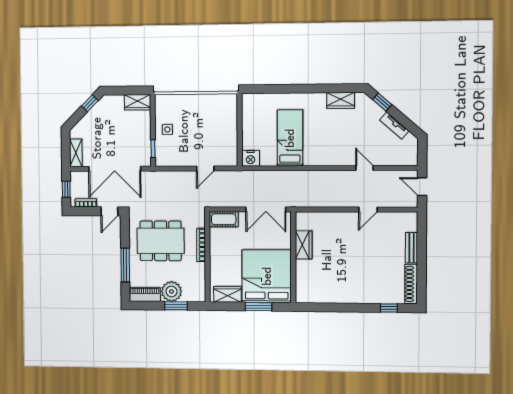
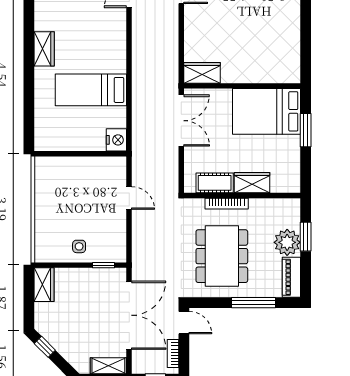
wardrobe: (341, 100) -> (44, 49), moved
cot: (224, 219) -> (215, 183), moved, turned 90
wardrobe: (304, 245) -> (202, 73), moved
bed: (267, 276) -> (266, 111), width x0.73
wardrobe: (227, 294) -> (252, 183), moved, turned 90

